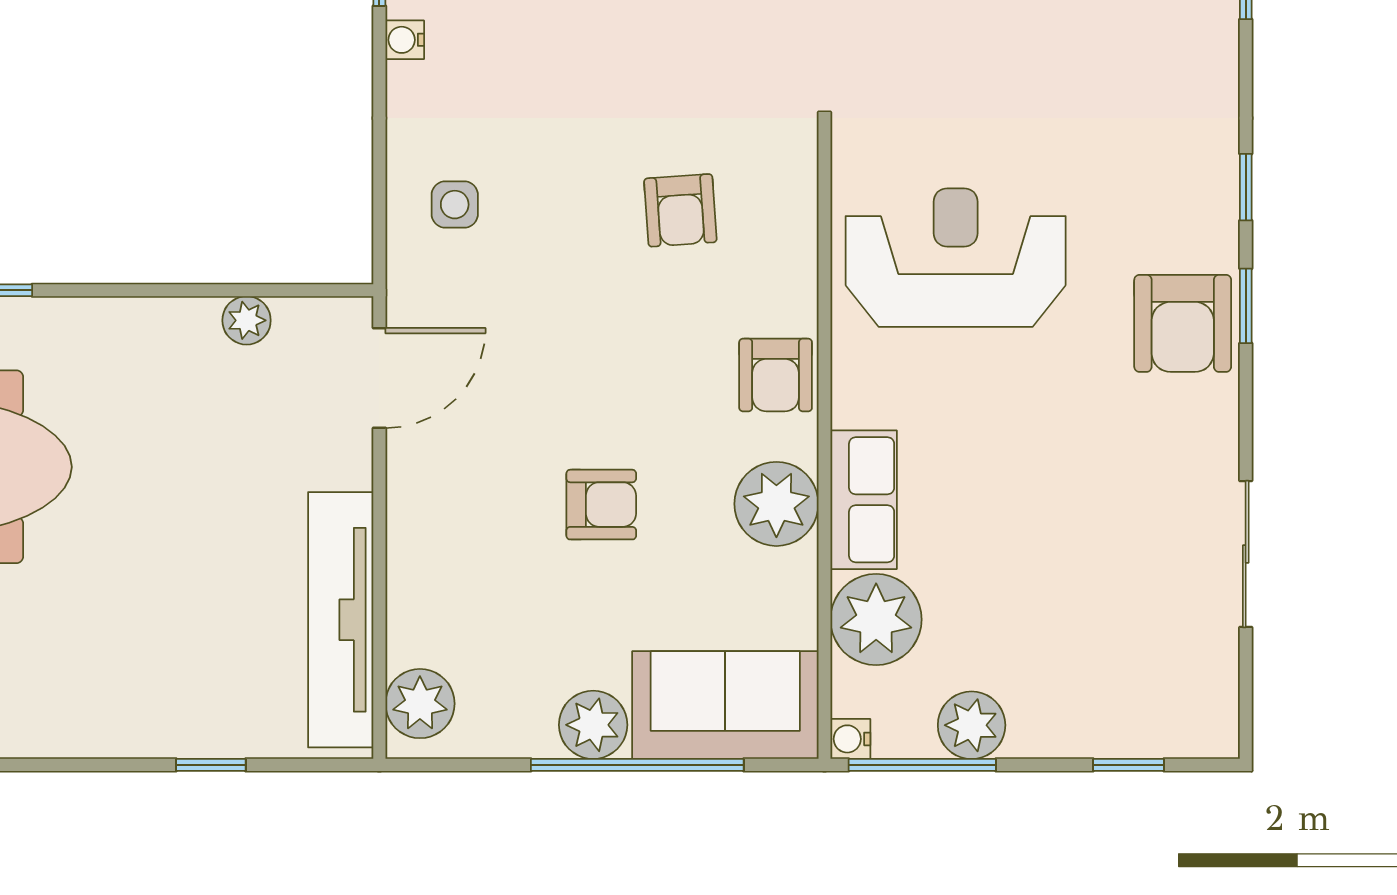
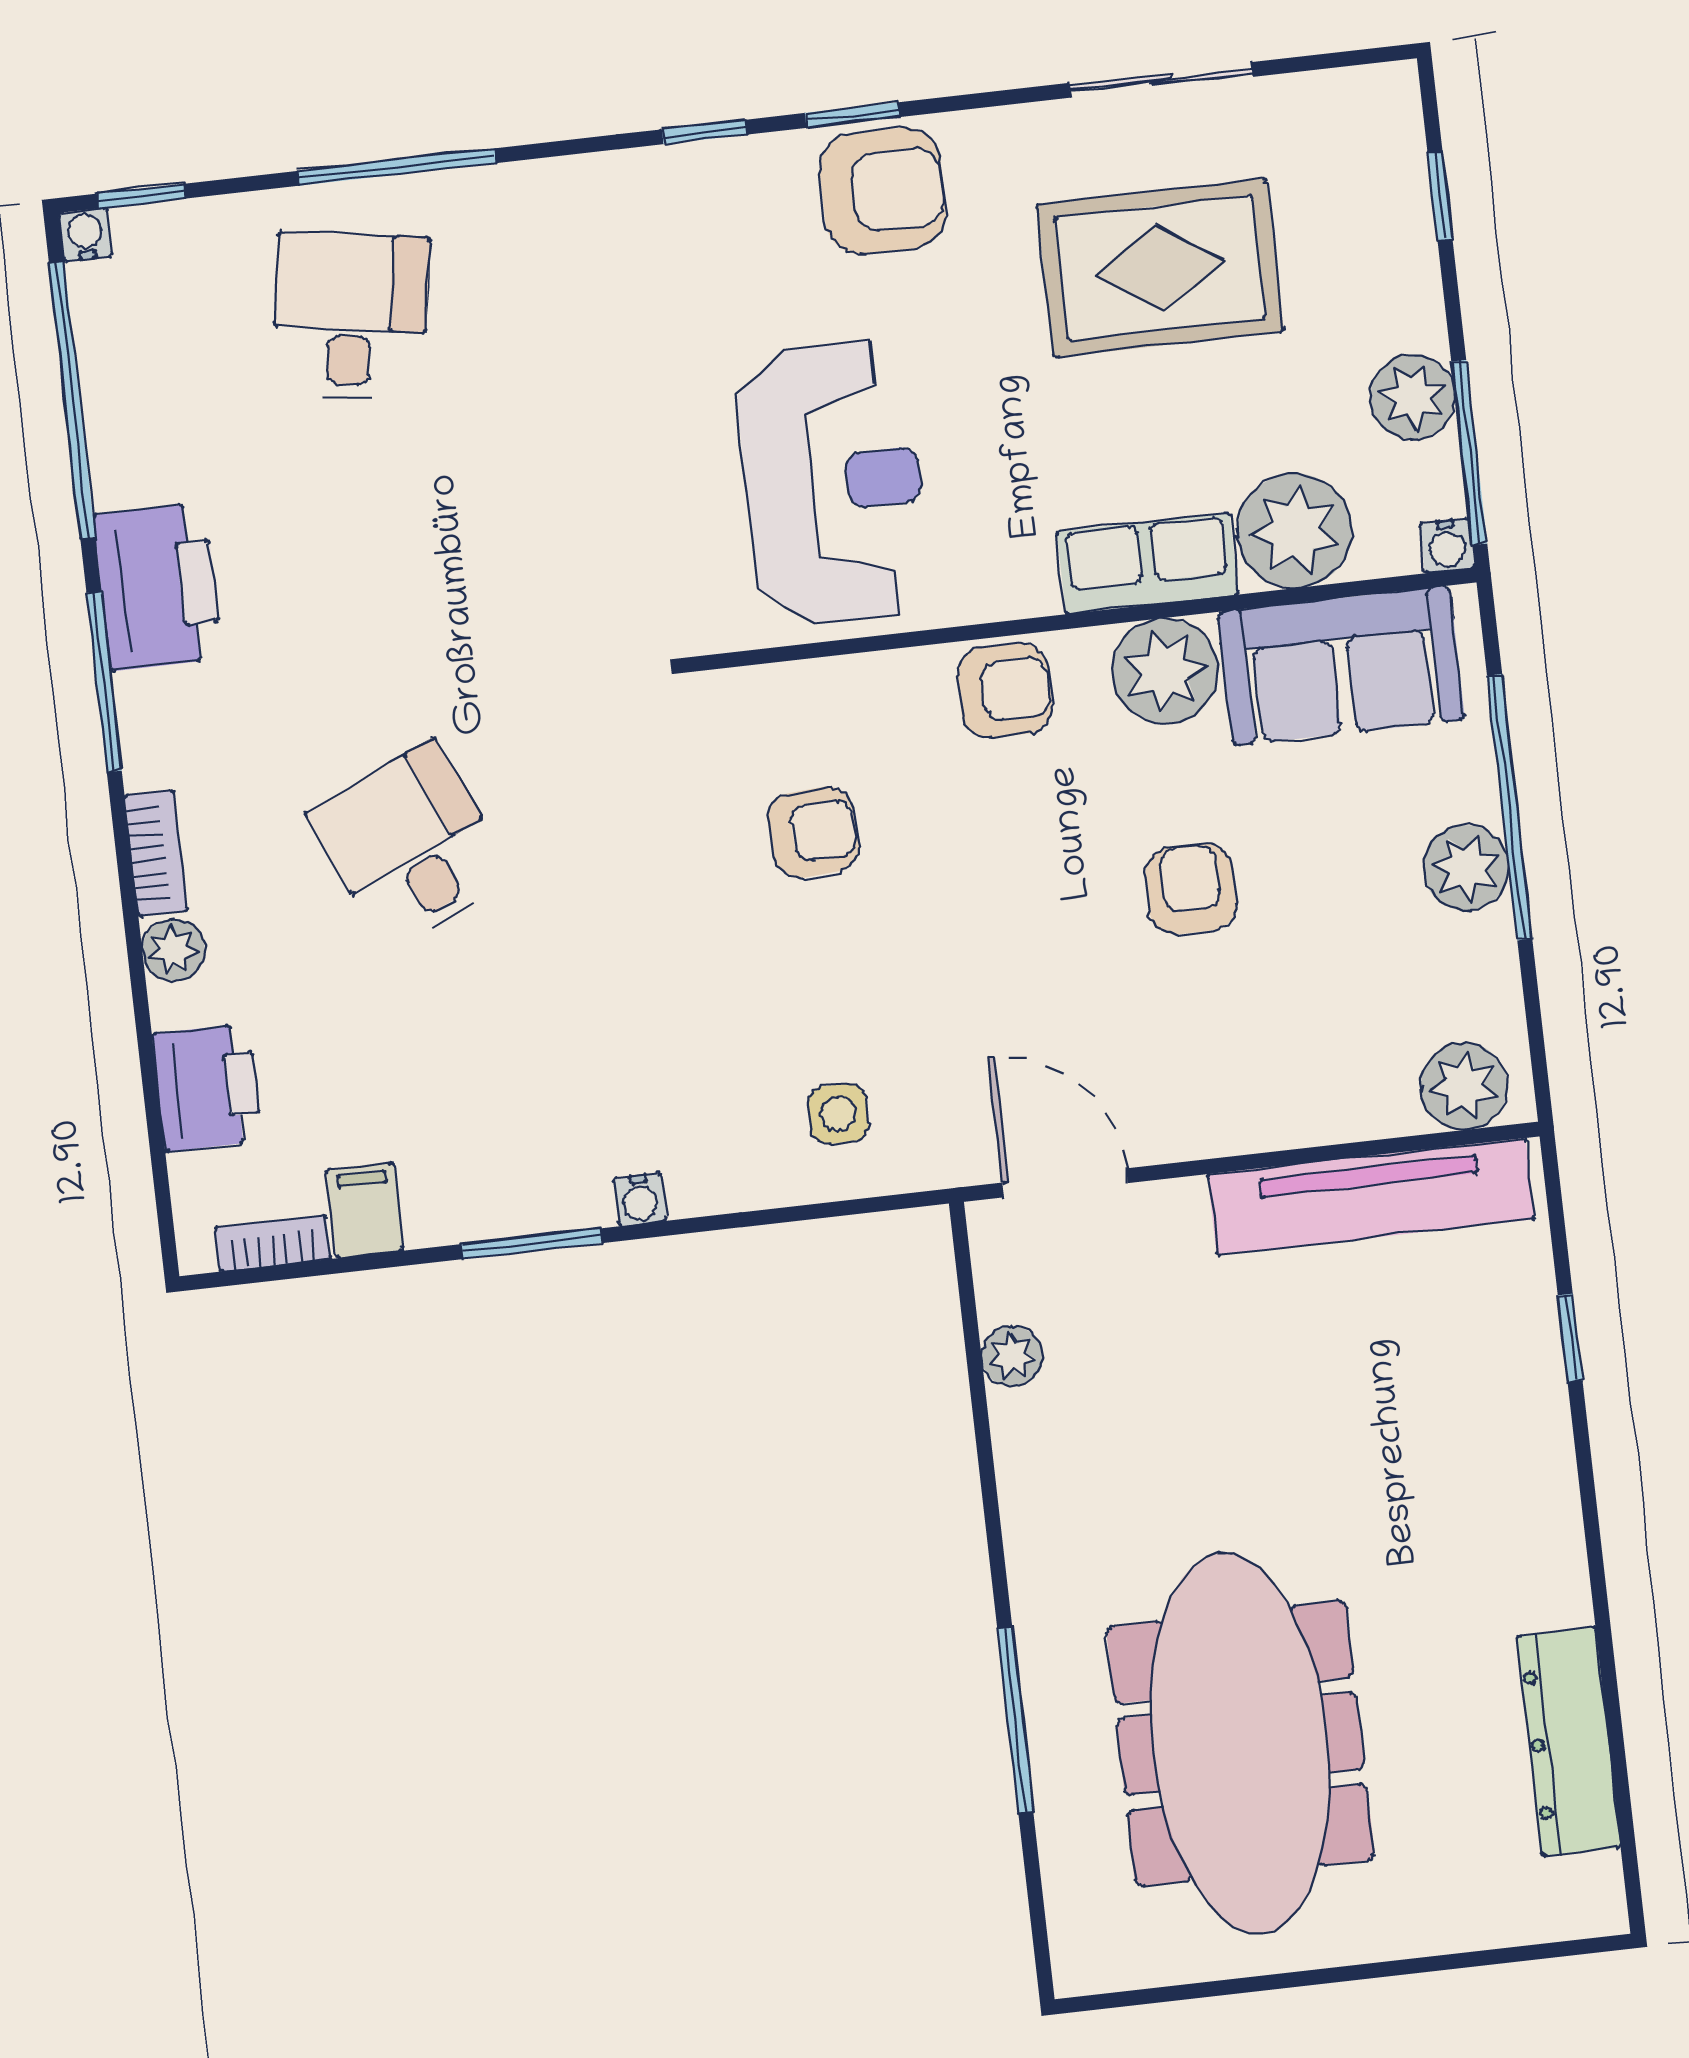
reception desk: (956, 258) -> (833, 483), turned 180
rug: (1097, 536) -> (1160, 268), added
sofa: (725, 705) -> (1341, 666), moved, turned -90

